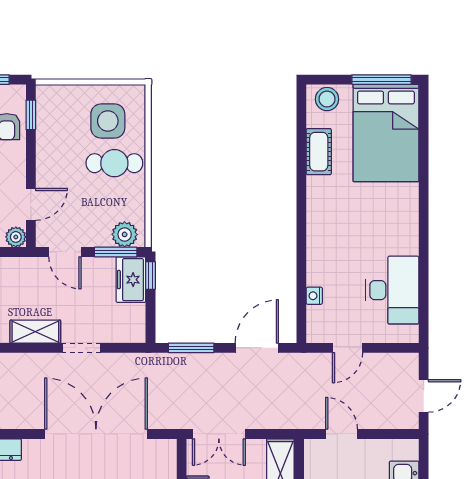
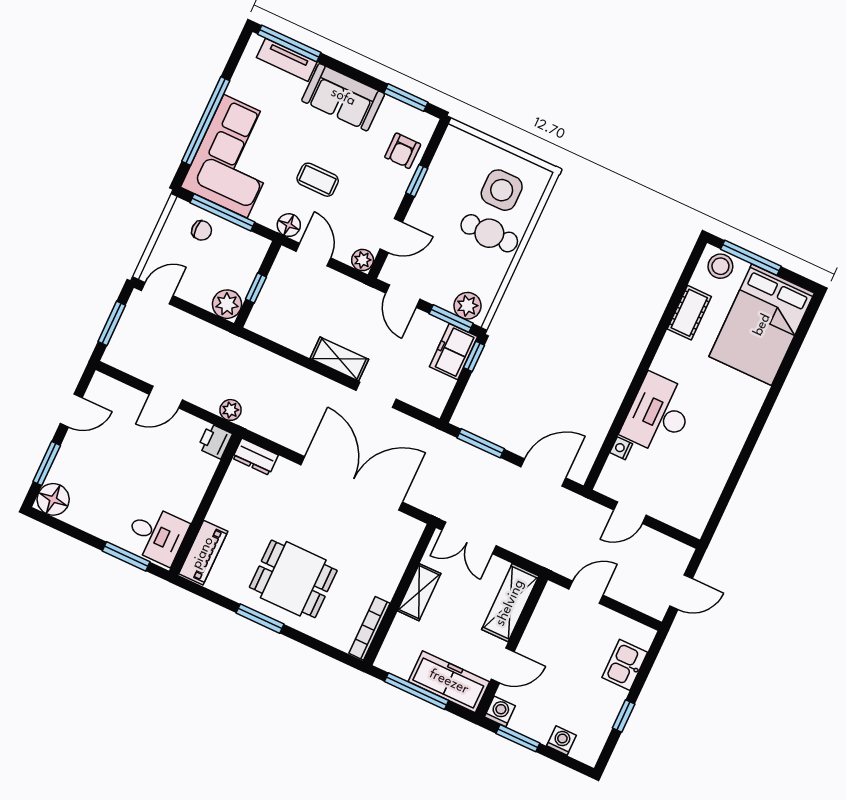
window: (381, 80) -> (751, 258), moved
window: (31, 115) -> (417, 181), moved
desk: (392, 290) -> (659, 414), moved, turned 180
door: (342, 434) -> (586, 592), hinge flipped

